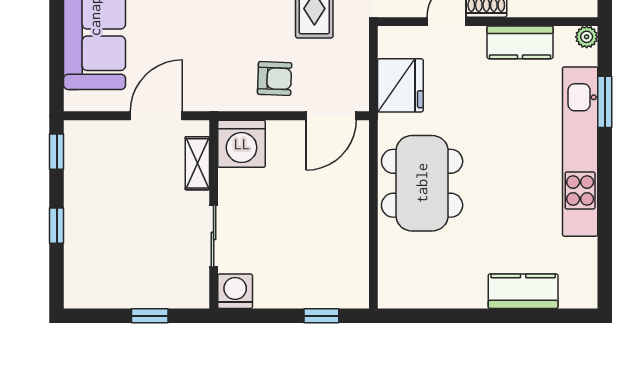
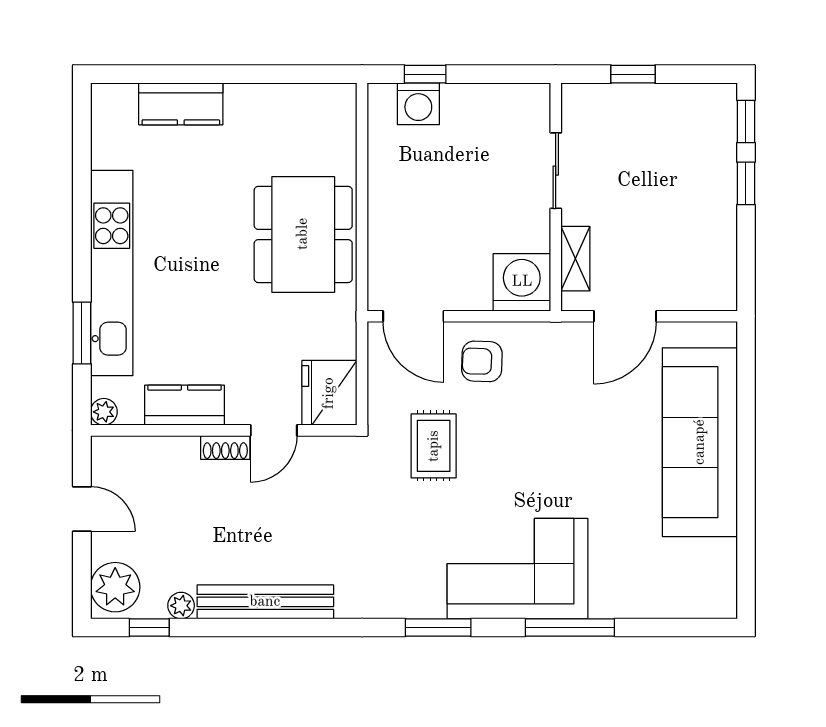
fridge: (400, 85) -> (329, 393), moved
door: (331, 116) -> (413, 316), swing flipped
window: (57, 152) -> (746, 121), moved
washing machine: (235, 291) -> (418, 104), moved

